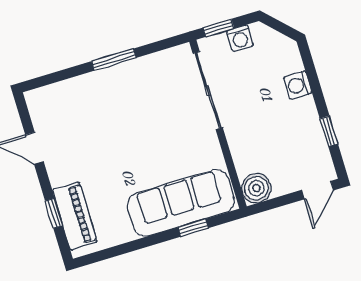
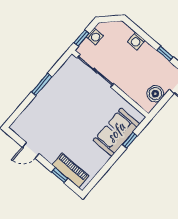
boiler: (256, 188) -> (155, 94), moved
sofa: (181, 203) -> (116, 132), width x0.73

